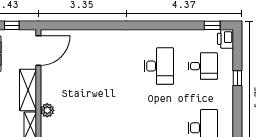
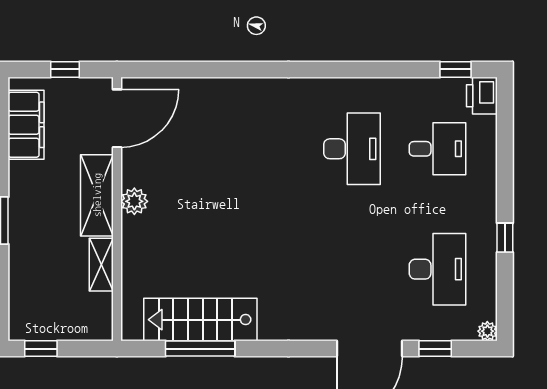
window: (237, 78) -> (505, 238), moved
plant: (47, 110) -> (134, 201), moved

